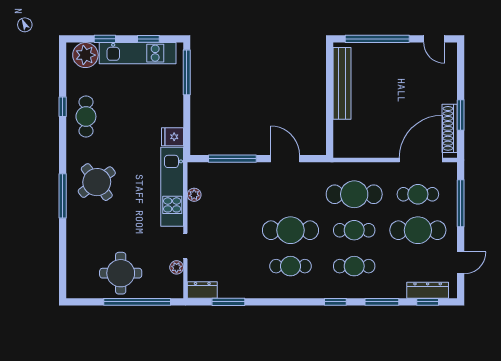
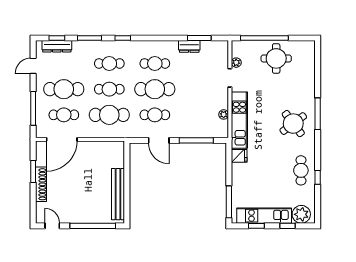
shoe rack: (450, 128) -> (41, 184), moved
cafe table: (290, 194) -> (155, 115), added
dresser: (202, 290) -> (189, 46), moved

